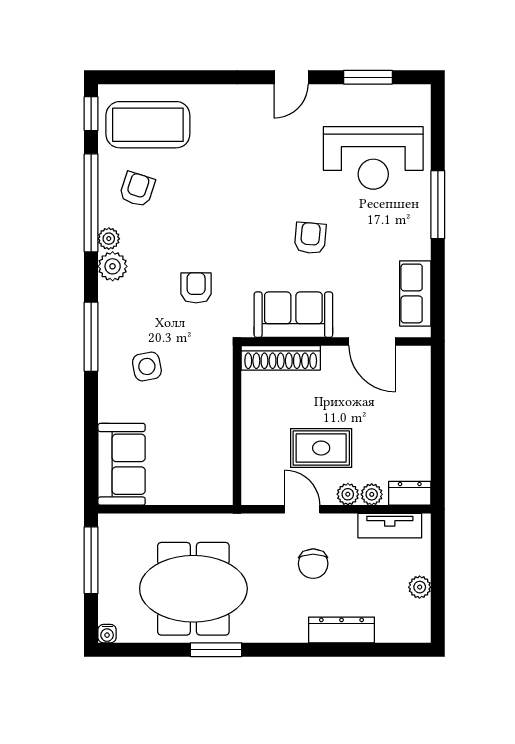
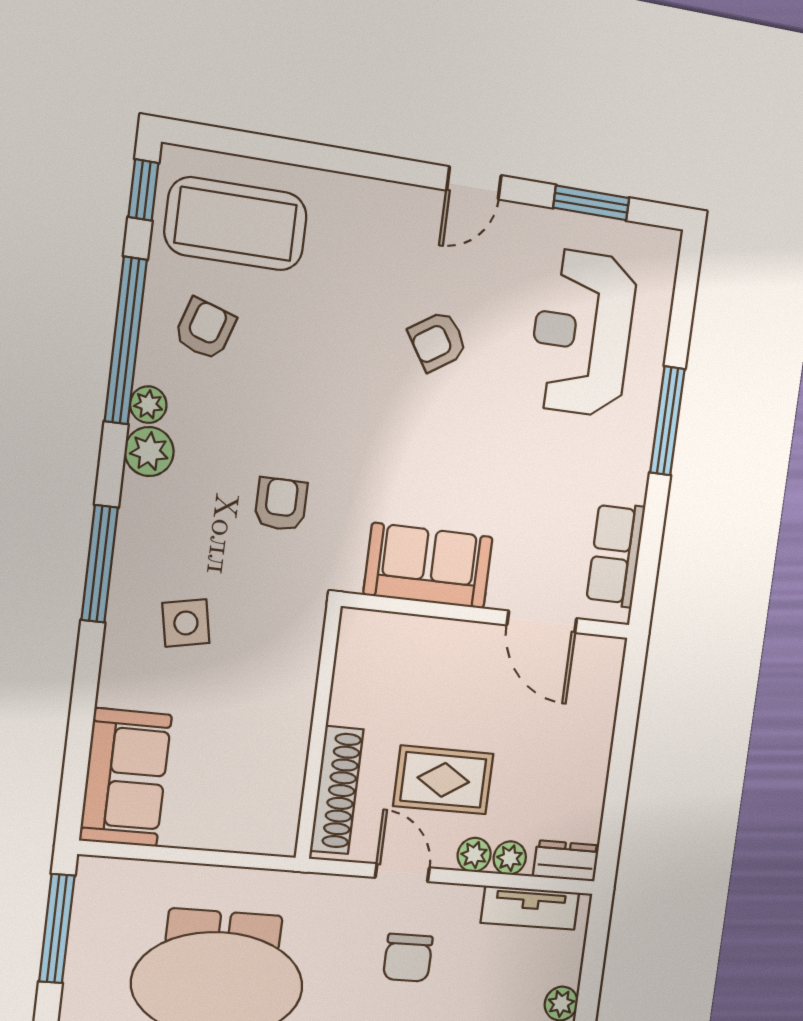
reception desk: (373, 158) -> (582, 333), turned 90
armchair: (310, 238) -> (438, 341), moved, turned -128
shoe rack: (281, 358) -> (337, 790), moved, turned -90

